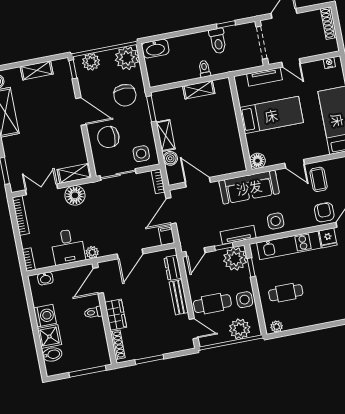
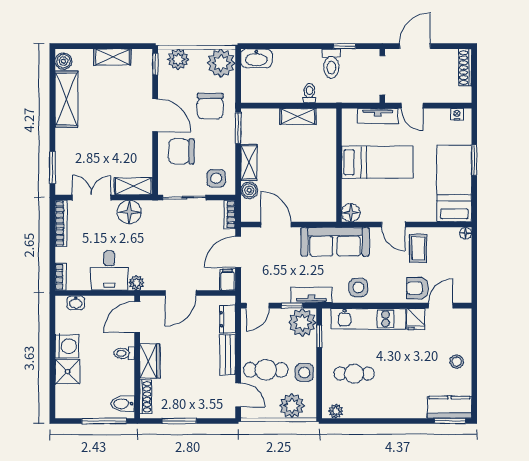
armchair: (324, 212) -> (417, 288), turned -90
bidet: (52, 355) -> (123, 404), moved, turned 180

